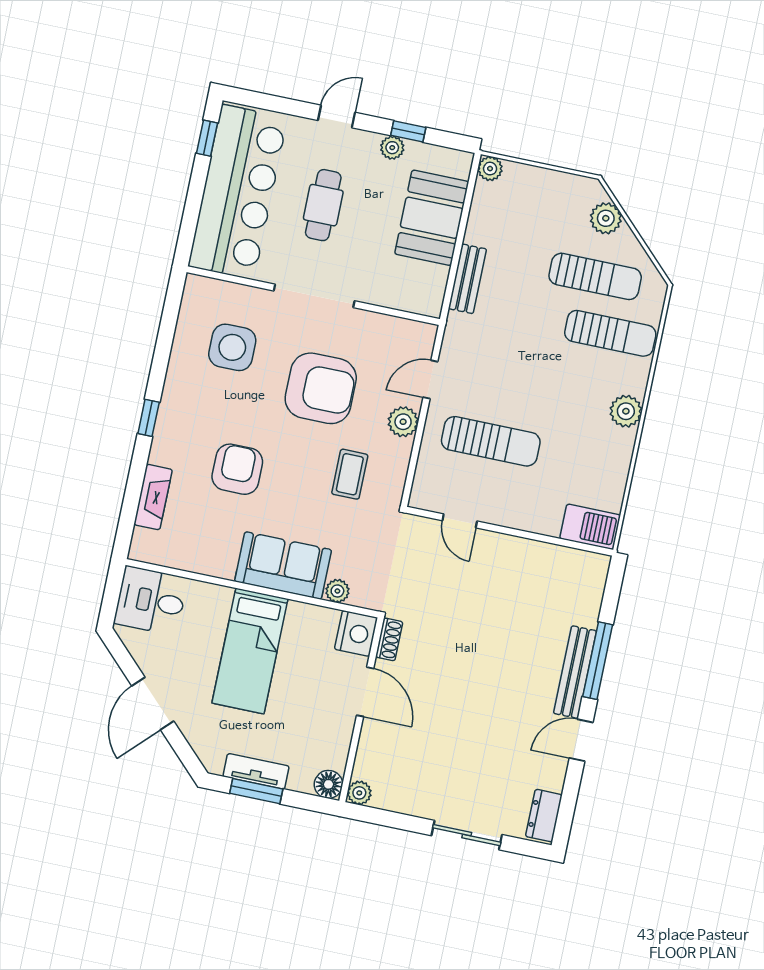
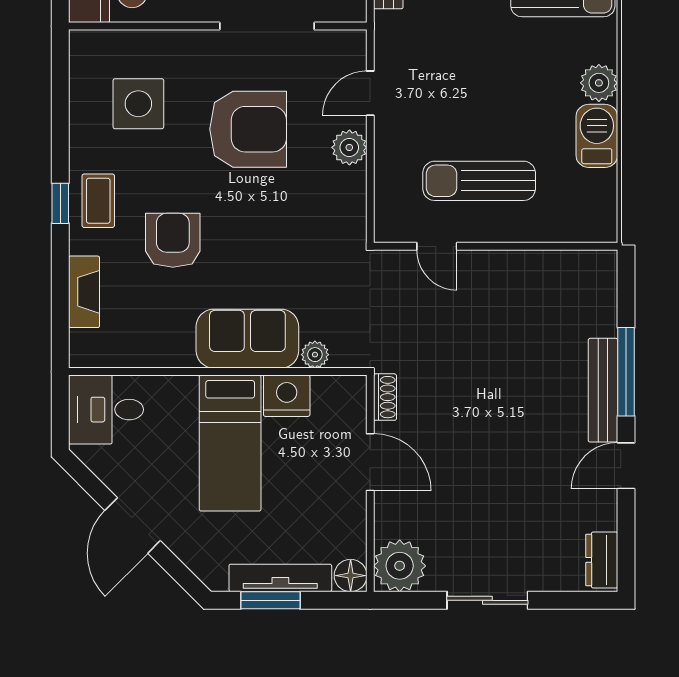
doorway: (314, 296) -> (267, 26), moved
sun lounger: (491, 441) -> (479, 181), moved, turned 180
coffee table: (350, 474) -> (98, 201), moved
barbecue: (590, 527) -> (597, 136), moved, turned -90
nightstand: (356, 633) -> (287, 396), moved, turned -90
tv unit: (256, 771) -> (280, 578), width x1.41
plant: (359, 793) -> (400, 566), width x1.87, depth x1.87
sliding door: (467, 835) -> (487, 600), moved

